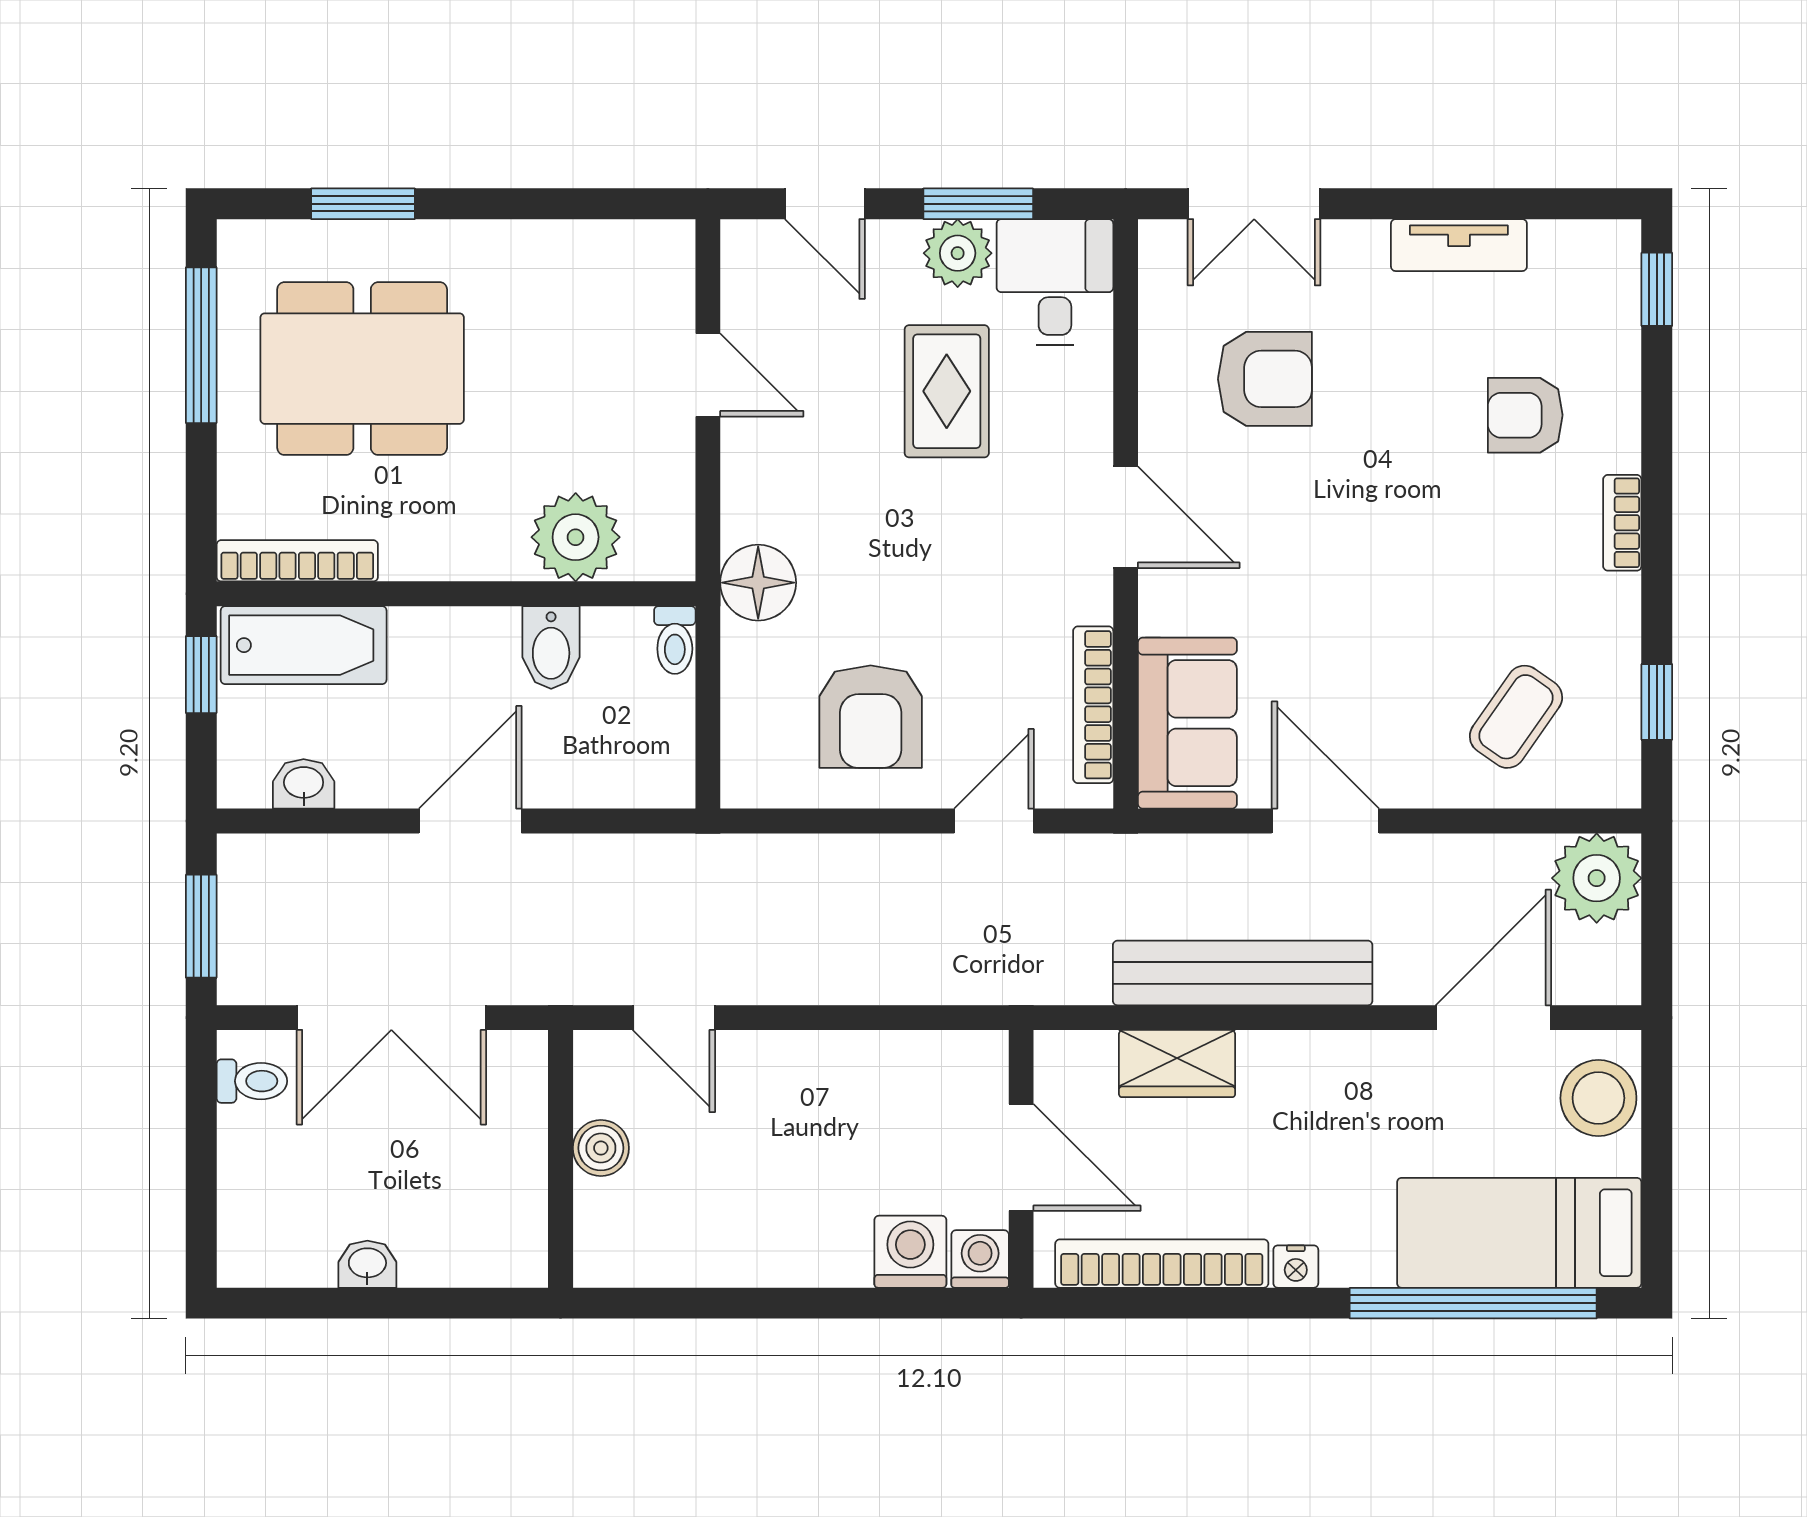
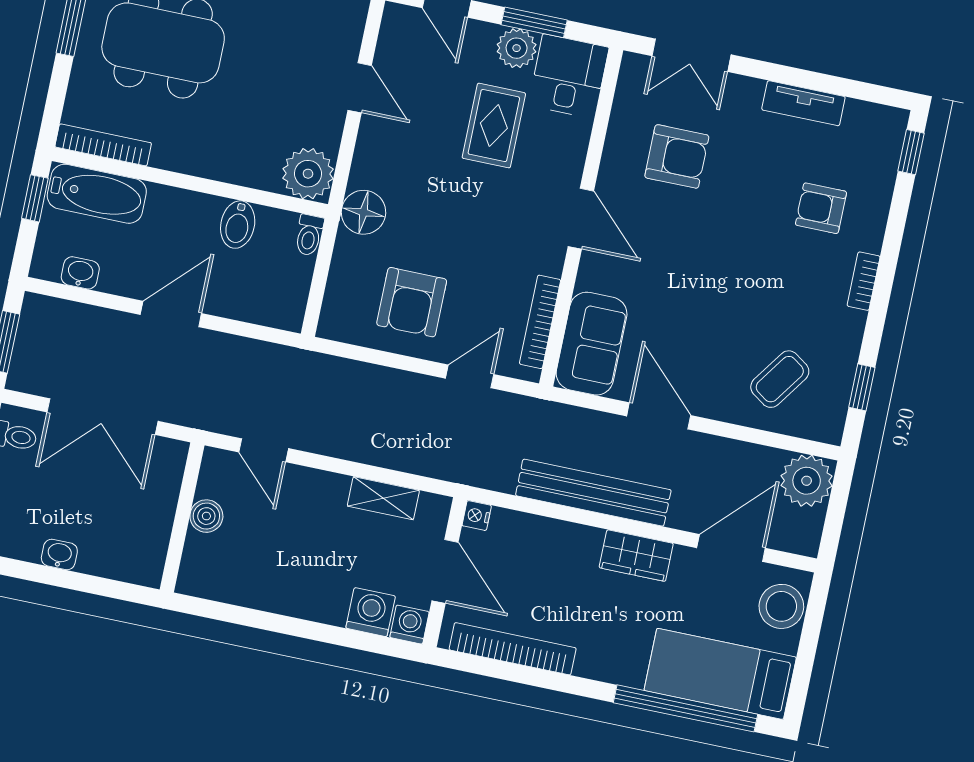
plant: (576, 537) -> (308, 174), moved
shelving: (892, 1056) -> (383, 498), added
wardrobe: (1177, 1064) -> (636, 556), moved
nightstand: (1296, 1267) -> (477, 516), moved, turned 90

